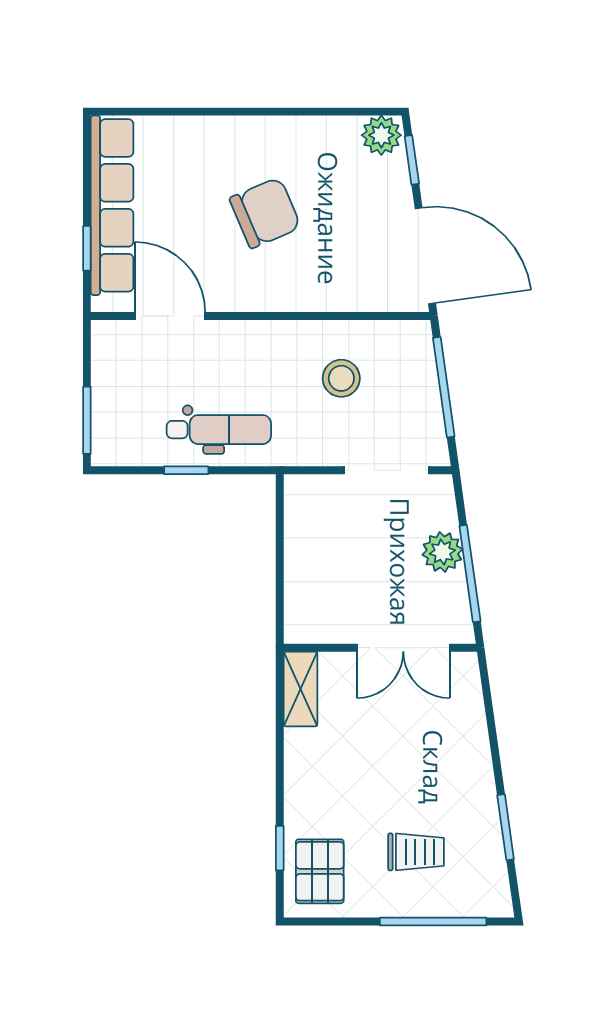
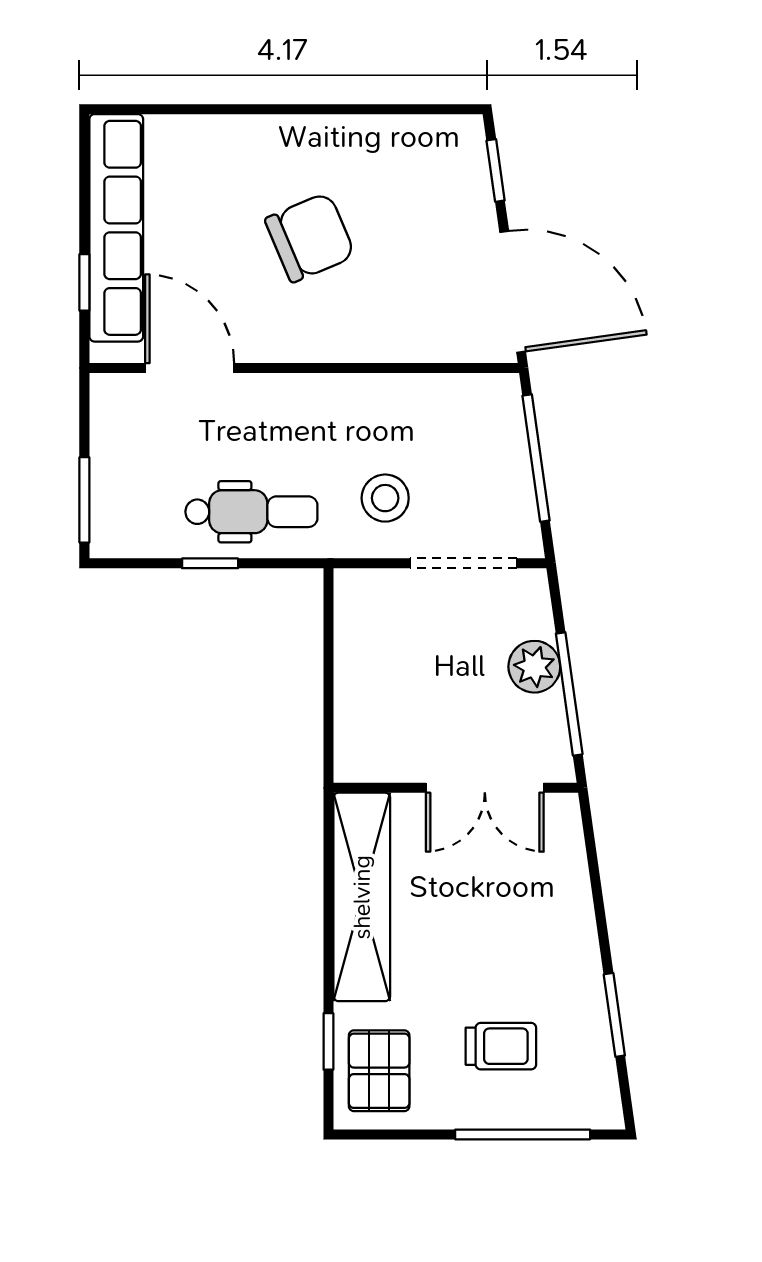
plant: (381, 135) -> (457, 139), removed
stool: (341, 378) -> (385, 498), moved
shelving: (300, 689) -> (362, 897), width x2.20, depth x1.33

